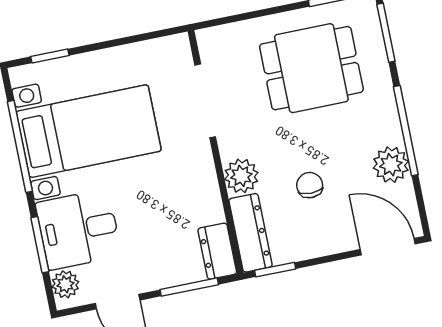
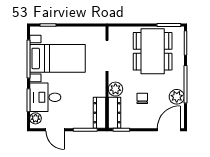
dining table: (311, 68) -> (153, 51), width x1.37
door: (388, 247) -> (169, 130), hinge flipped
dresser: (217, 251) -> (100, 113), width x1.44

